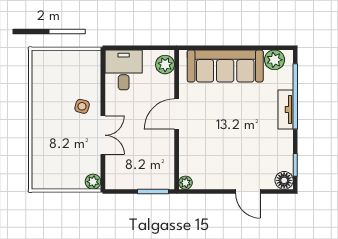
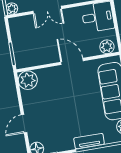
plant: (185, 183) -> (28, 80), width x1.88, depth x1.88

